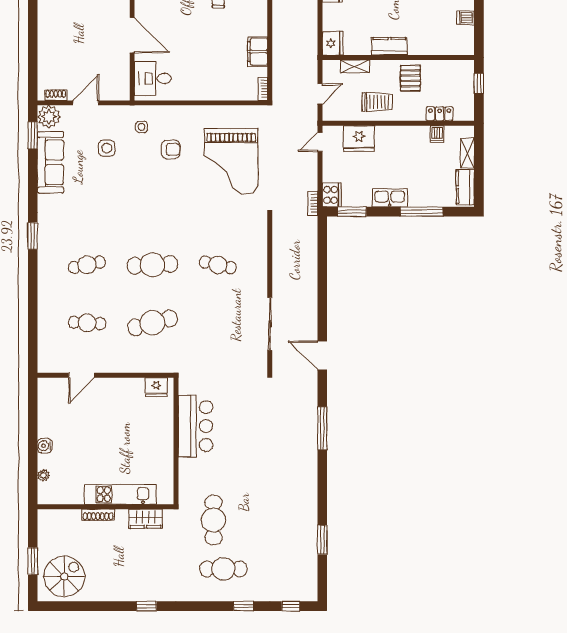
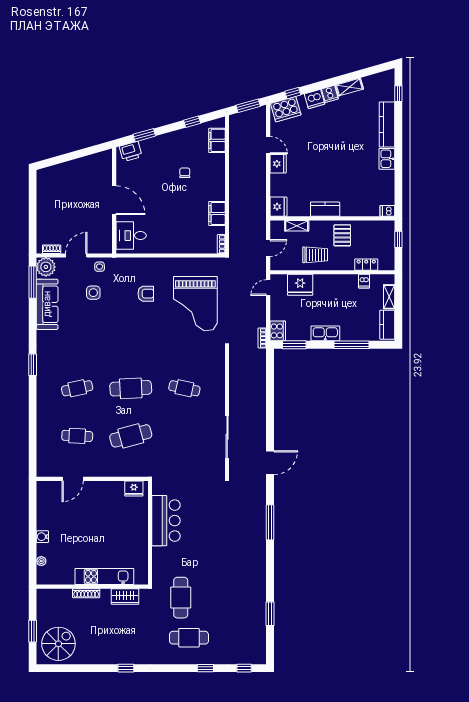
dishwasher: (465, 18) -> (387, 211), moved
side table: (142, 127) -> (100, 267), moved
window: (33, 135) -> (33, 282), width x1.44
door: (322, 356) -> (270, 463), swing flipped

